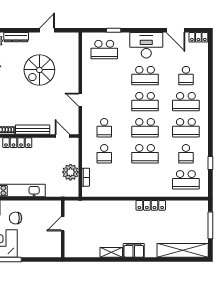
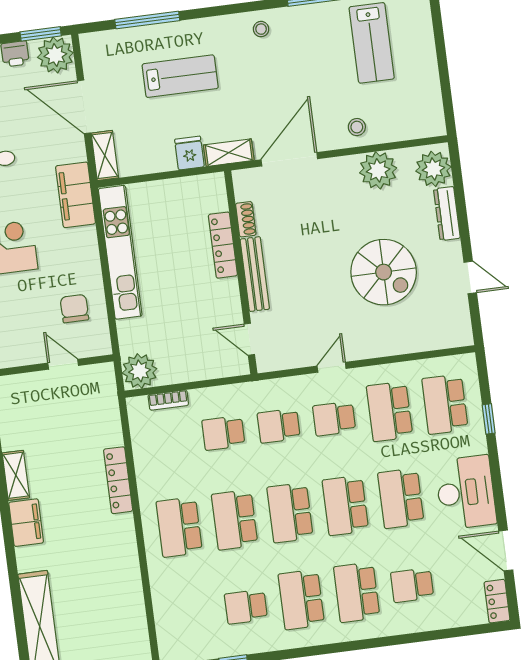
door: (175, 30) -> (506, 550), hinge flipped
spiral stairs: (39, 70) -> (384, 272), turned 180
school desk: (104, 76) -> (390, 411), added
school desk: (104, 102) -> (334, 419), added
door: (62, 136) -> (249, 339), swing flipped
plant: (70, 172) -> (140, 371), moved
school desk: (186, 180) -> (179, 527), moved
locker: (151, 205) -> (118, 480), moved
chair: (15, 218) -> (74, 309), moved

